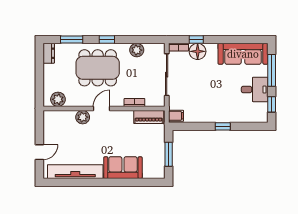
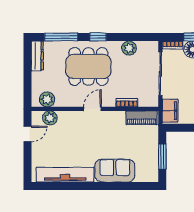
window: (72, 39) -> (61, 37), width x1.44
dresser: (49, 53) -> (37, 56), width x1.44
filing cabinet: (176, 116) -> (170, 111), width x2.00
plant: (83, 117) -> (50, 118), moved
door: (39, 152) -> (28, 134), moved

